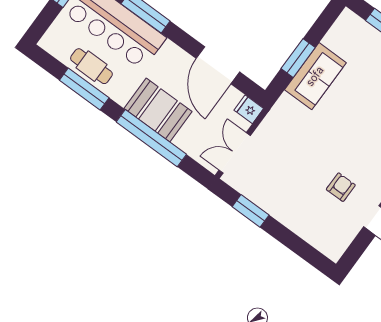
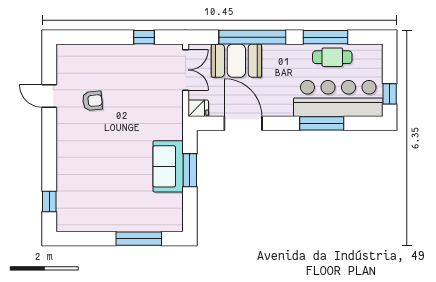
booth: (158, 110) -> (236, 61), moved
armchair: (341, 187) -> (92, 101), turned -95
window: (251, 211) -> (144, 37), width x0.67

